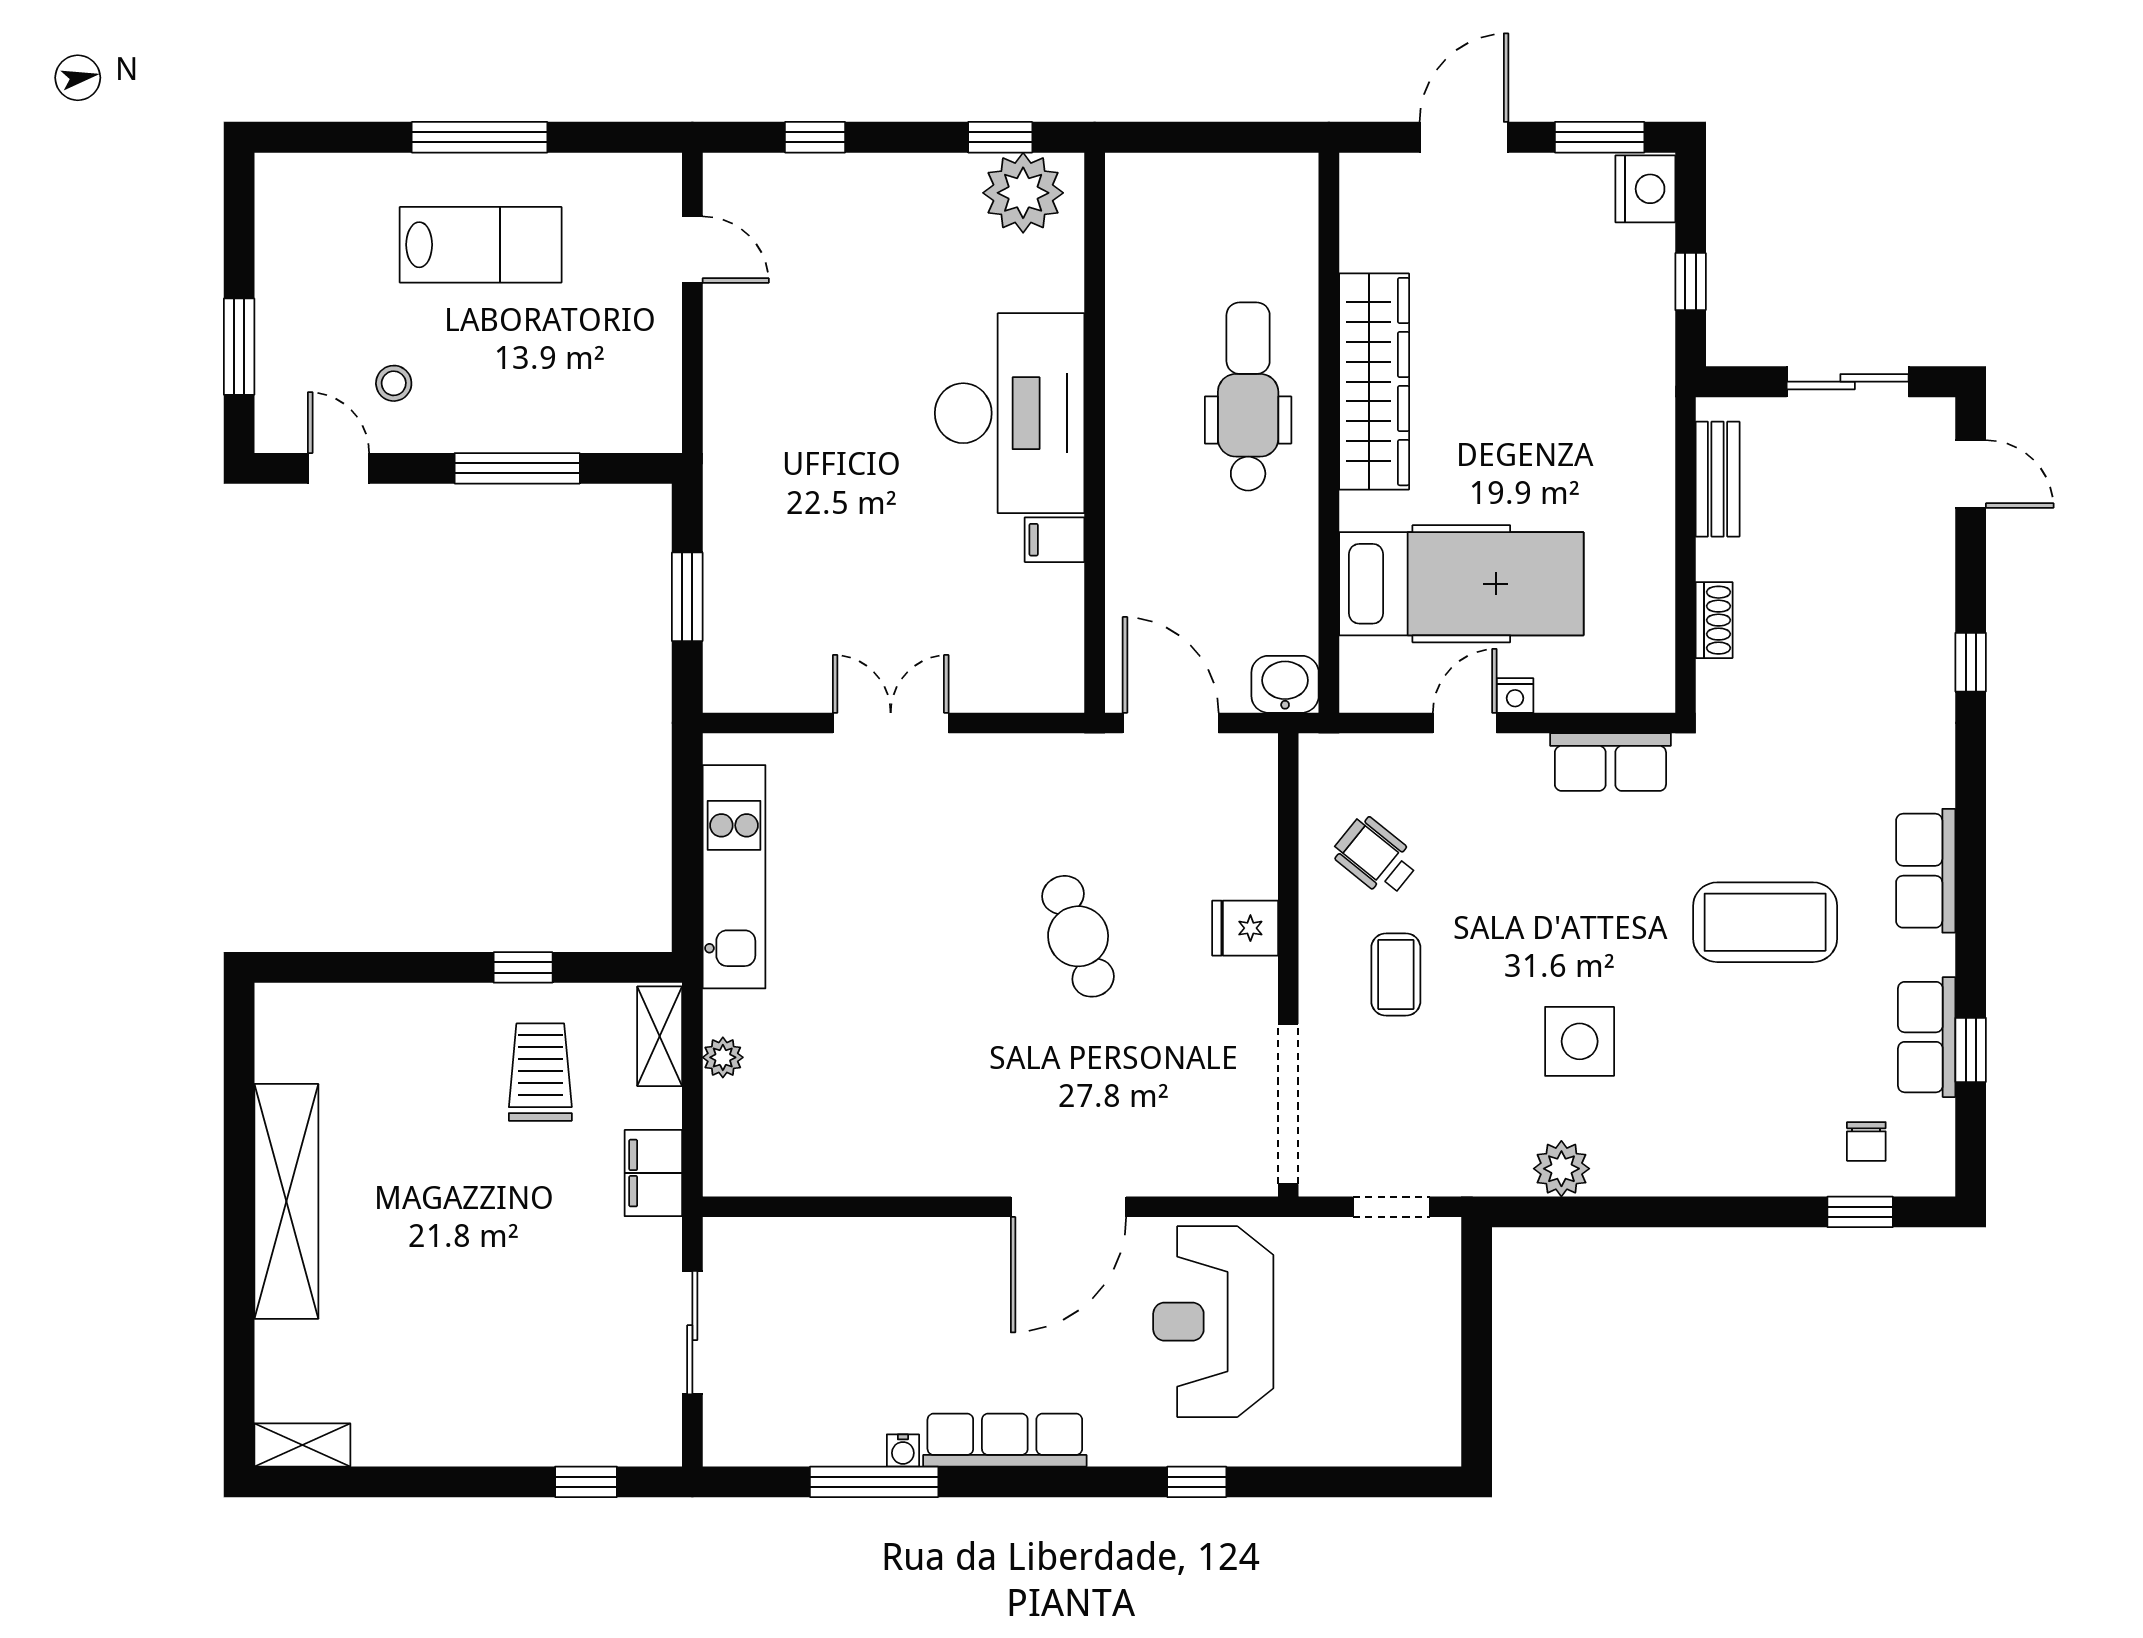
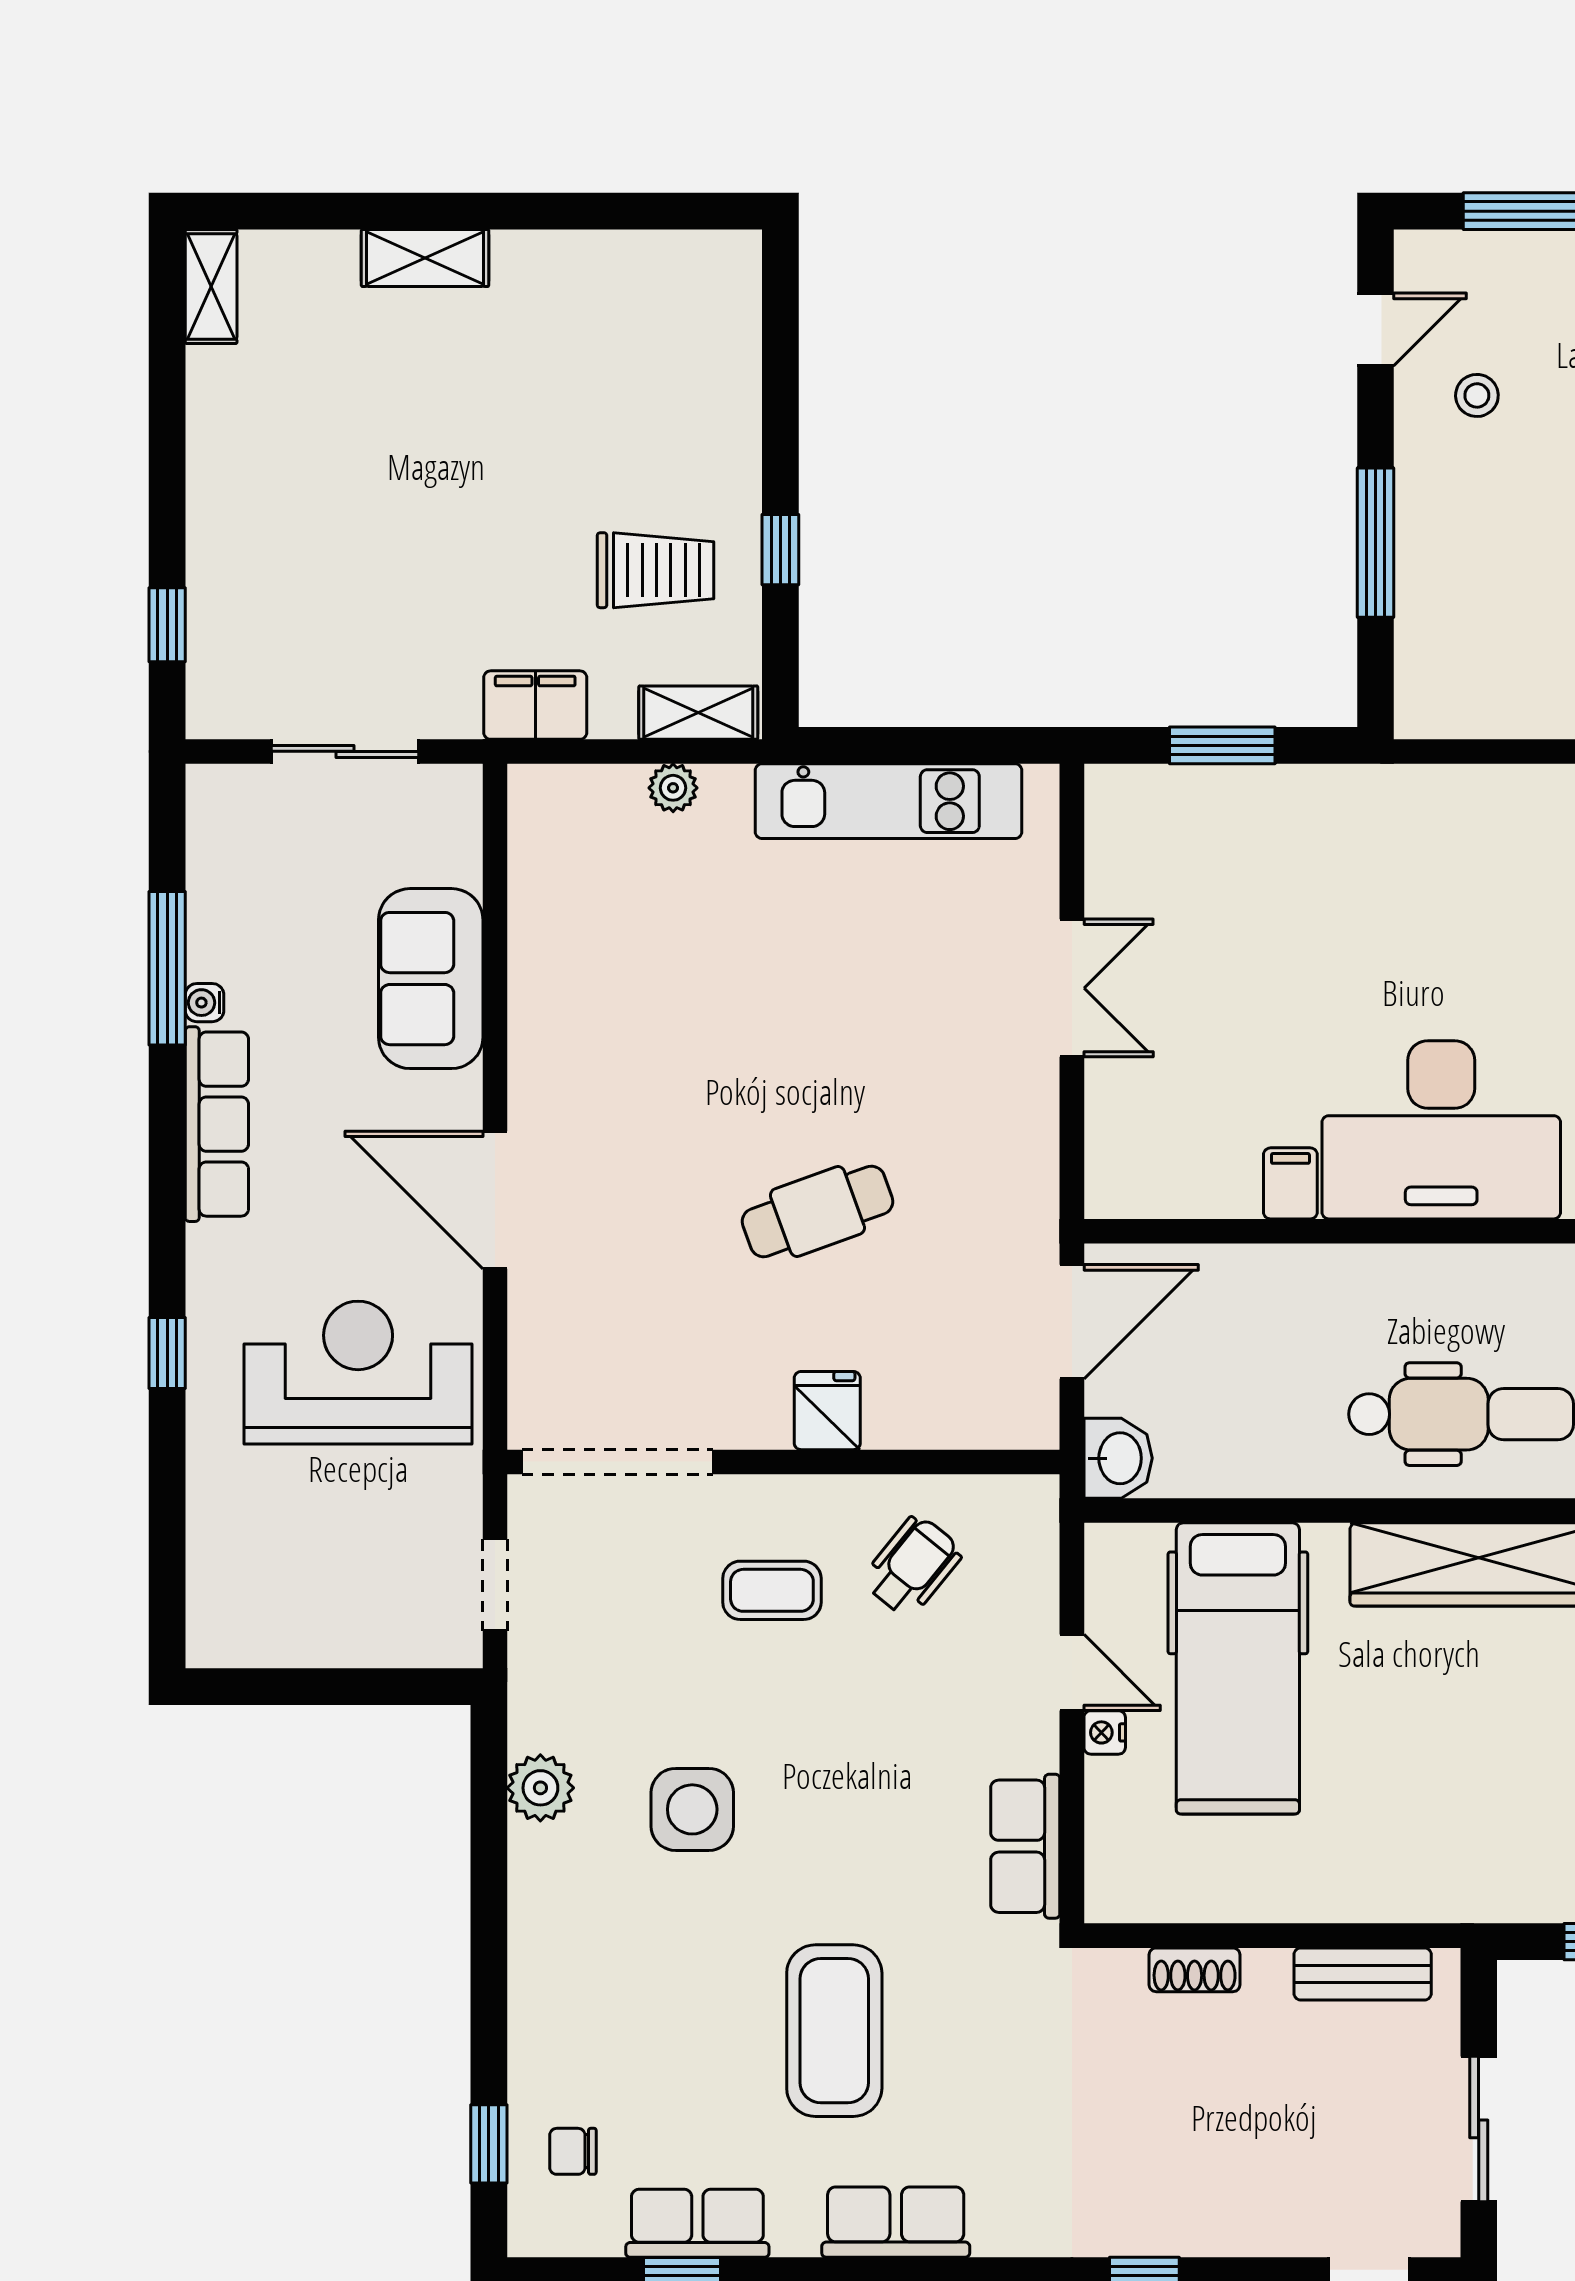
shelving: (286, 1201) -> (425, 258), width x0.45, depth x0.75
sofa: (883, 1261) -> (431, 979), added

